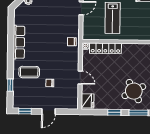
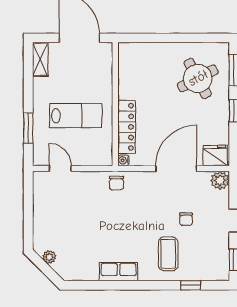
row of seats: (19, 42) -> (119, 272), width x0.68
door: (80, 78) -> (176, 169), width x1.87
plant: (73, 104) -> (220, 180), added

